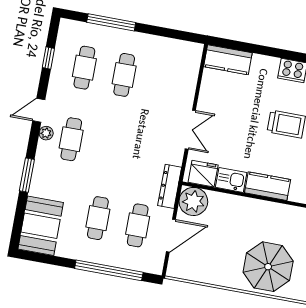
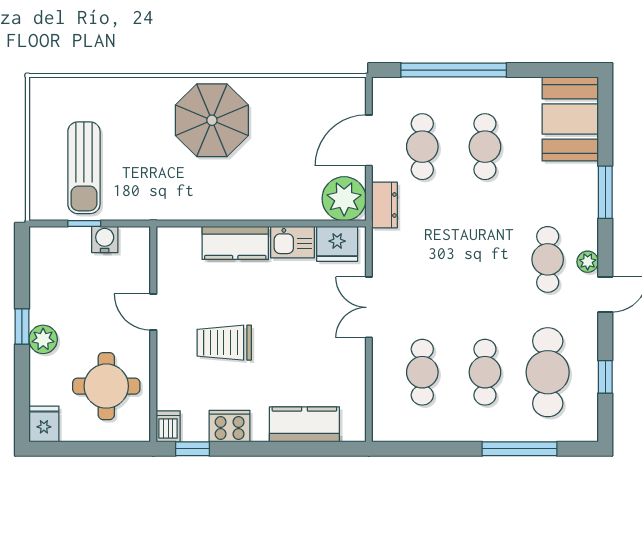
kitchen counter: (228, 60) -> (304, 424), moved
cafe table: (84, 68) -> (548, 372), width x1.37, depth x1.35
cafe table: (164, 82) -> (422, 372), added
dresser: (170, 186) -> (384, 205), width x0.70

